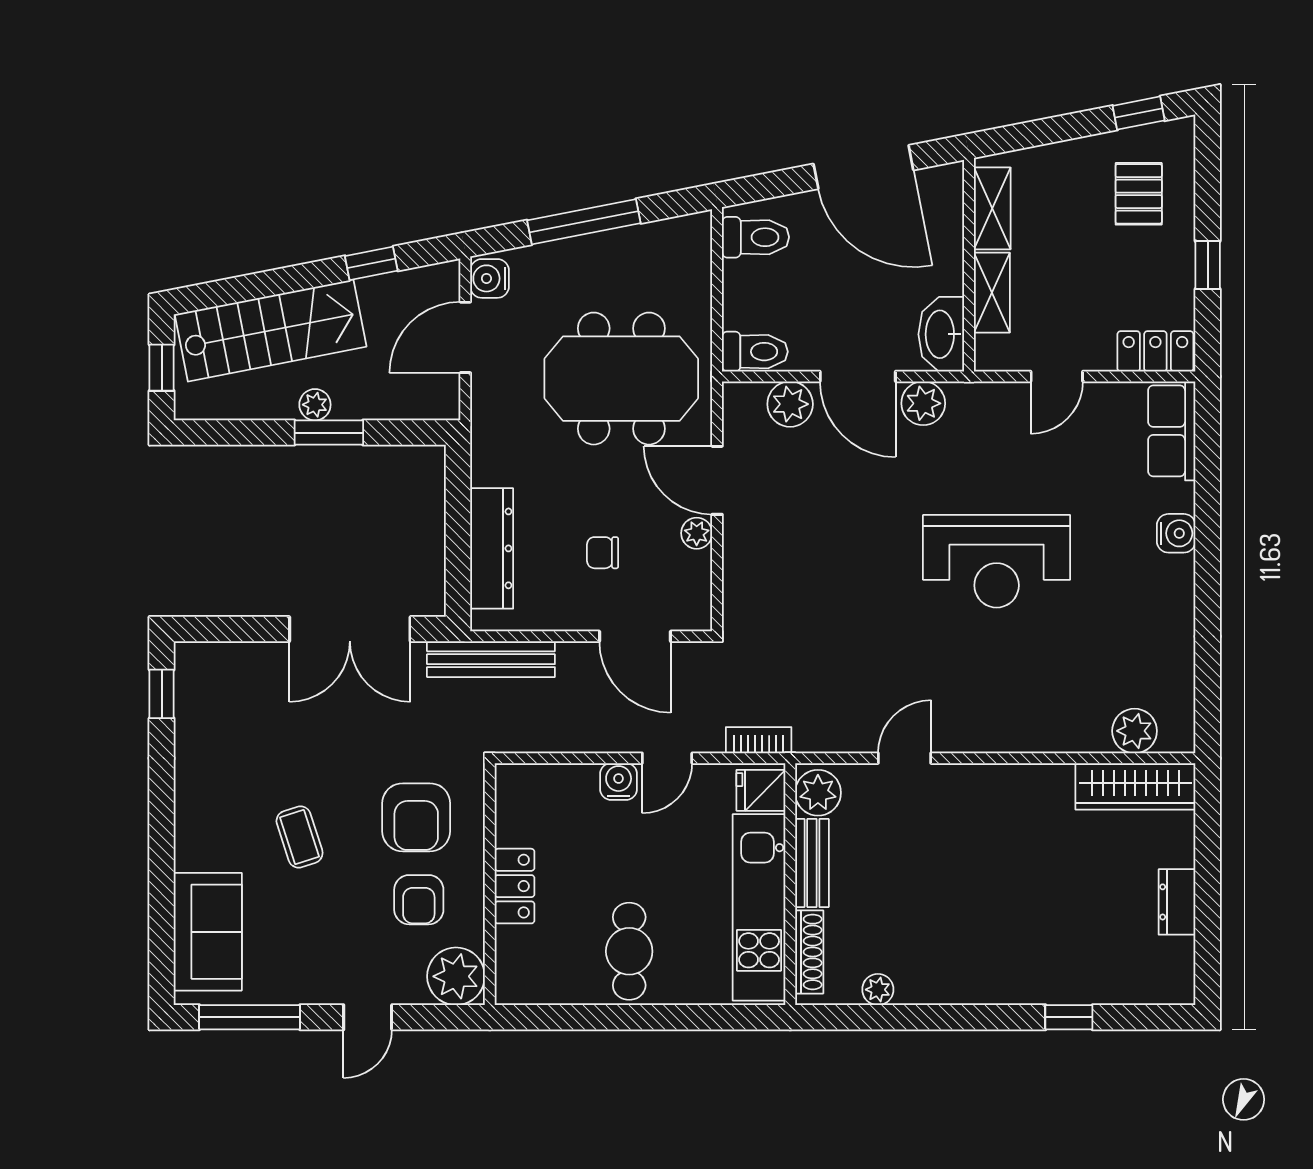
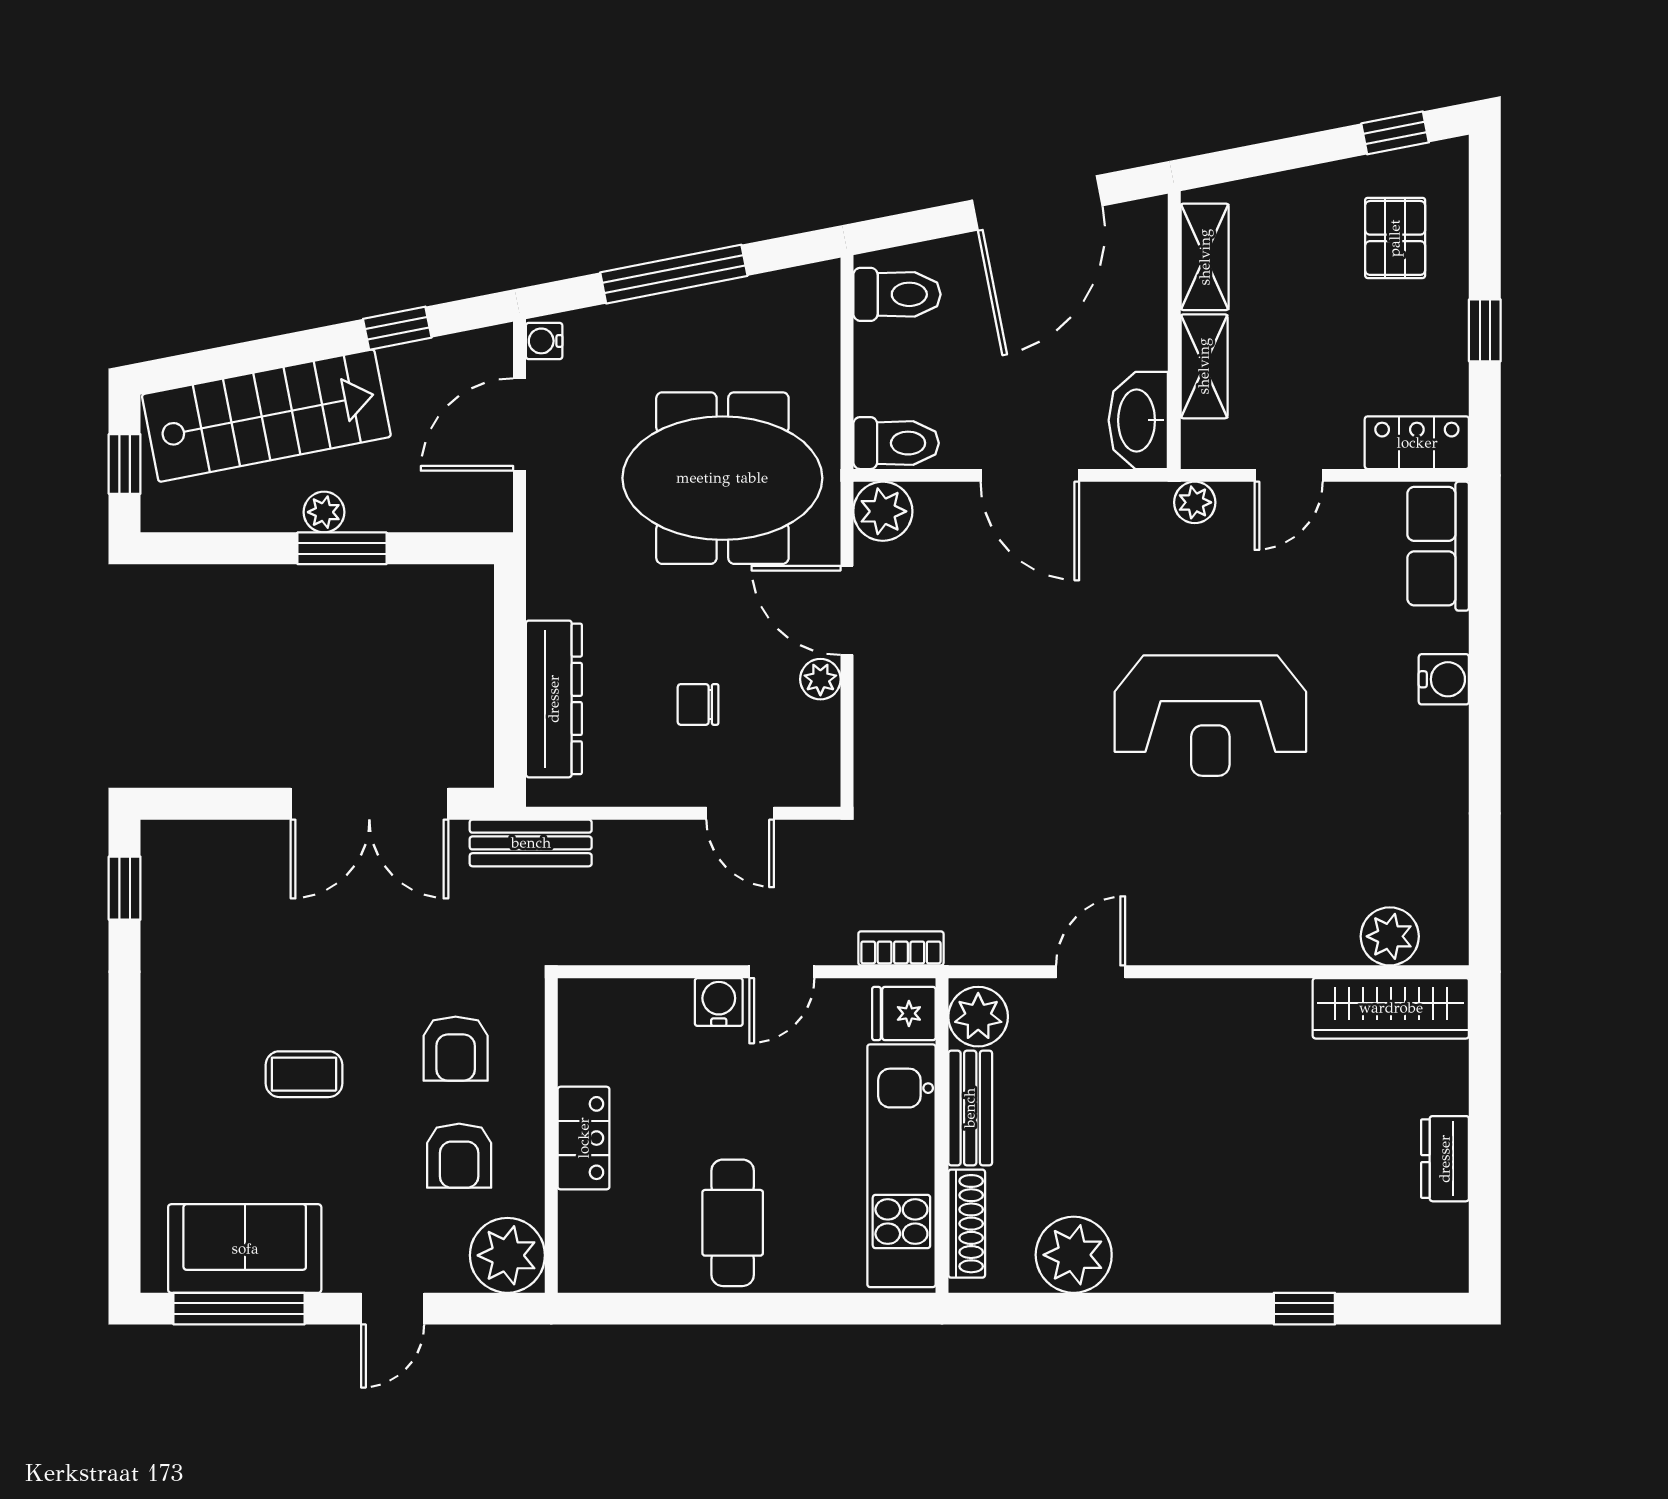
door: (863, 167) -> (1037, 203), hinge flipped
water cooler: (490, 278) -> (544, 341), width x0.72, depth x0.72
plant: (923, 403) -> (1195, 502), moved, width x0.73, depth x0.73
plant: (790, 404) -> (883, 511), moved
door: (635, 636) -> (740, 813), width x0.73
bench: (491, 659) -> (531, 843), width x0.73
armchair: (416, 817) -> (456, 1049), width x0.72, depth x0.72
coffee table: (300, 837) -> (304, 1074), turned -72
sofa: (208, 932) -> (245, 1249), moved, turned -90
plant: (878, 990) -> (1074, 1255), width x1.87, depth x1.87

